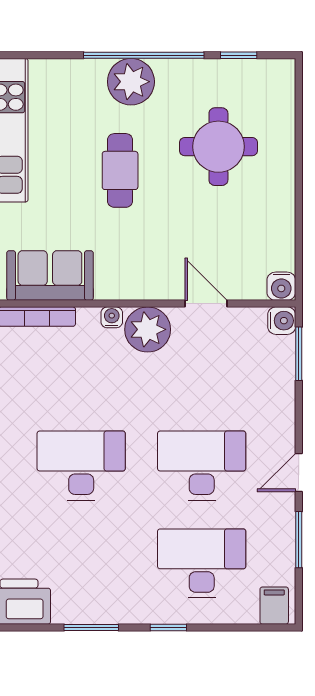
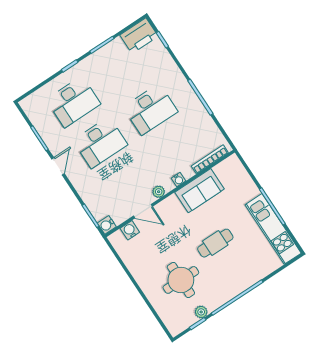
plant: (131, 82) -> (201, 312), moved, width x0.53, depth x0.53
cafe table: (120, 170) -> (215, 243), turned 90
sofa: (50, 275) -> (200, 191), moved
water cooler: (281, 286) -> (130, 230), moved
plant: (148, 329) -> (159, 192), width x0.53, depth x0.53
filing cabinet: (274, 606) -> (32, 104), removed

